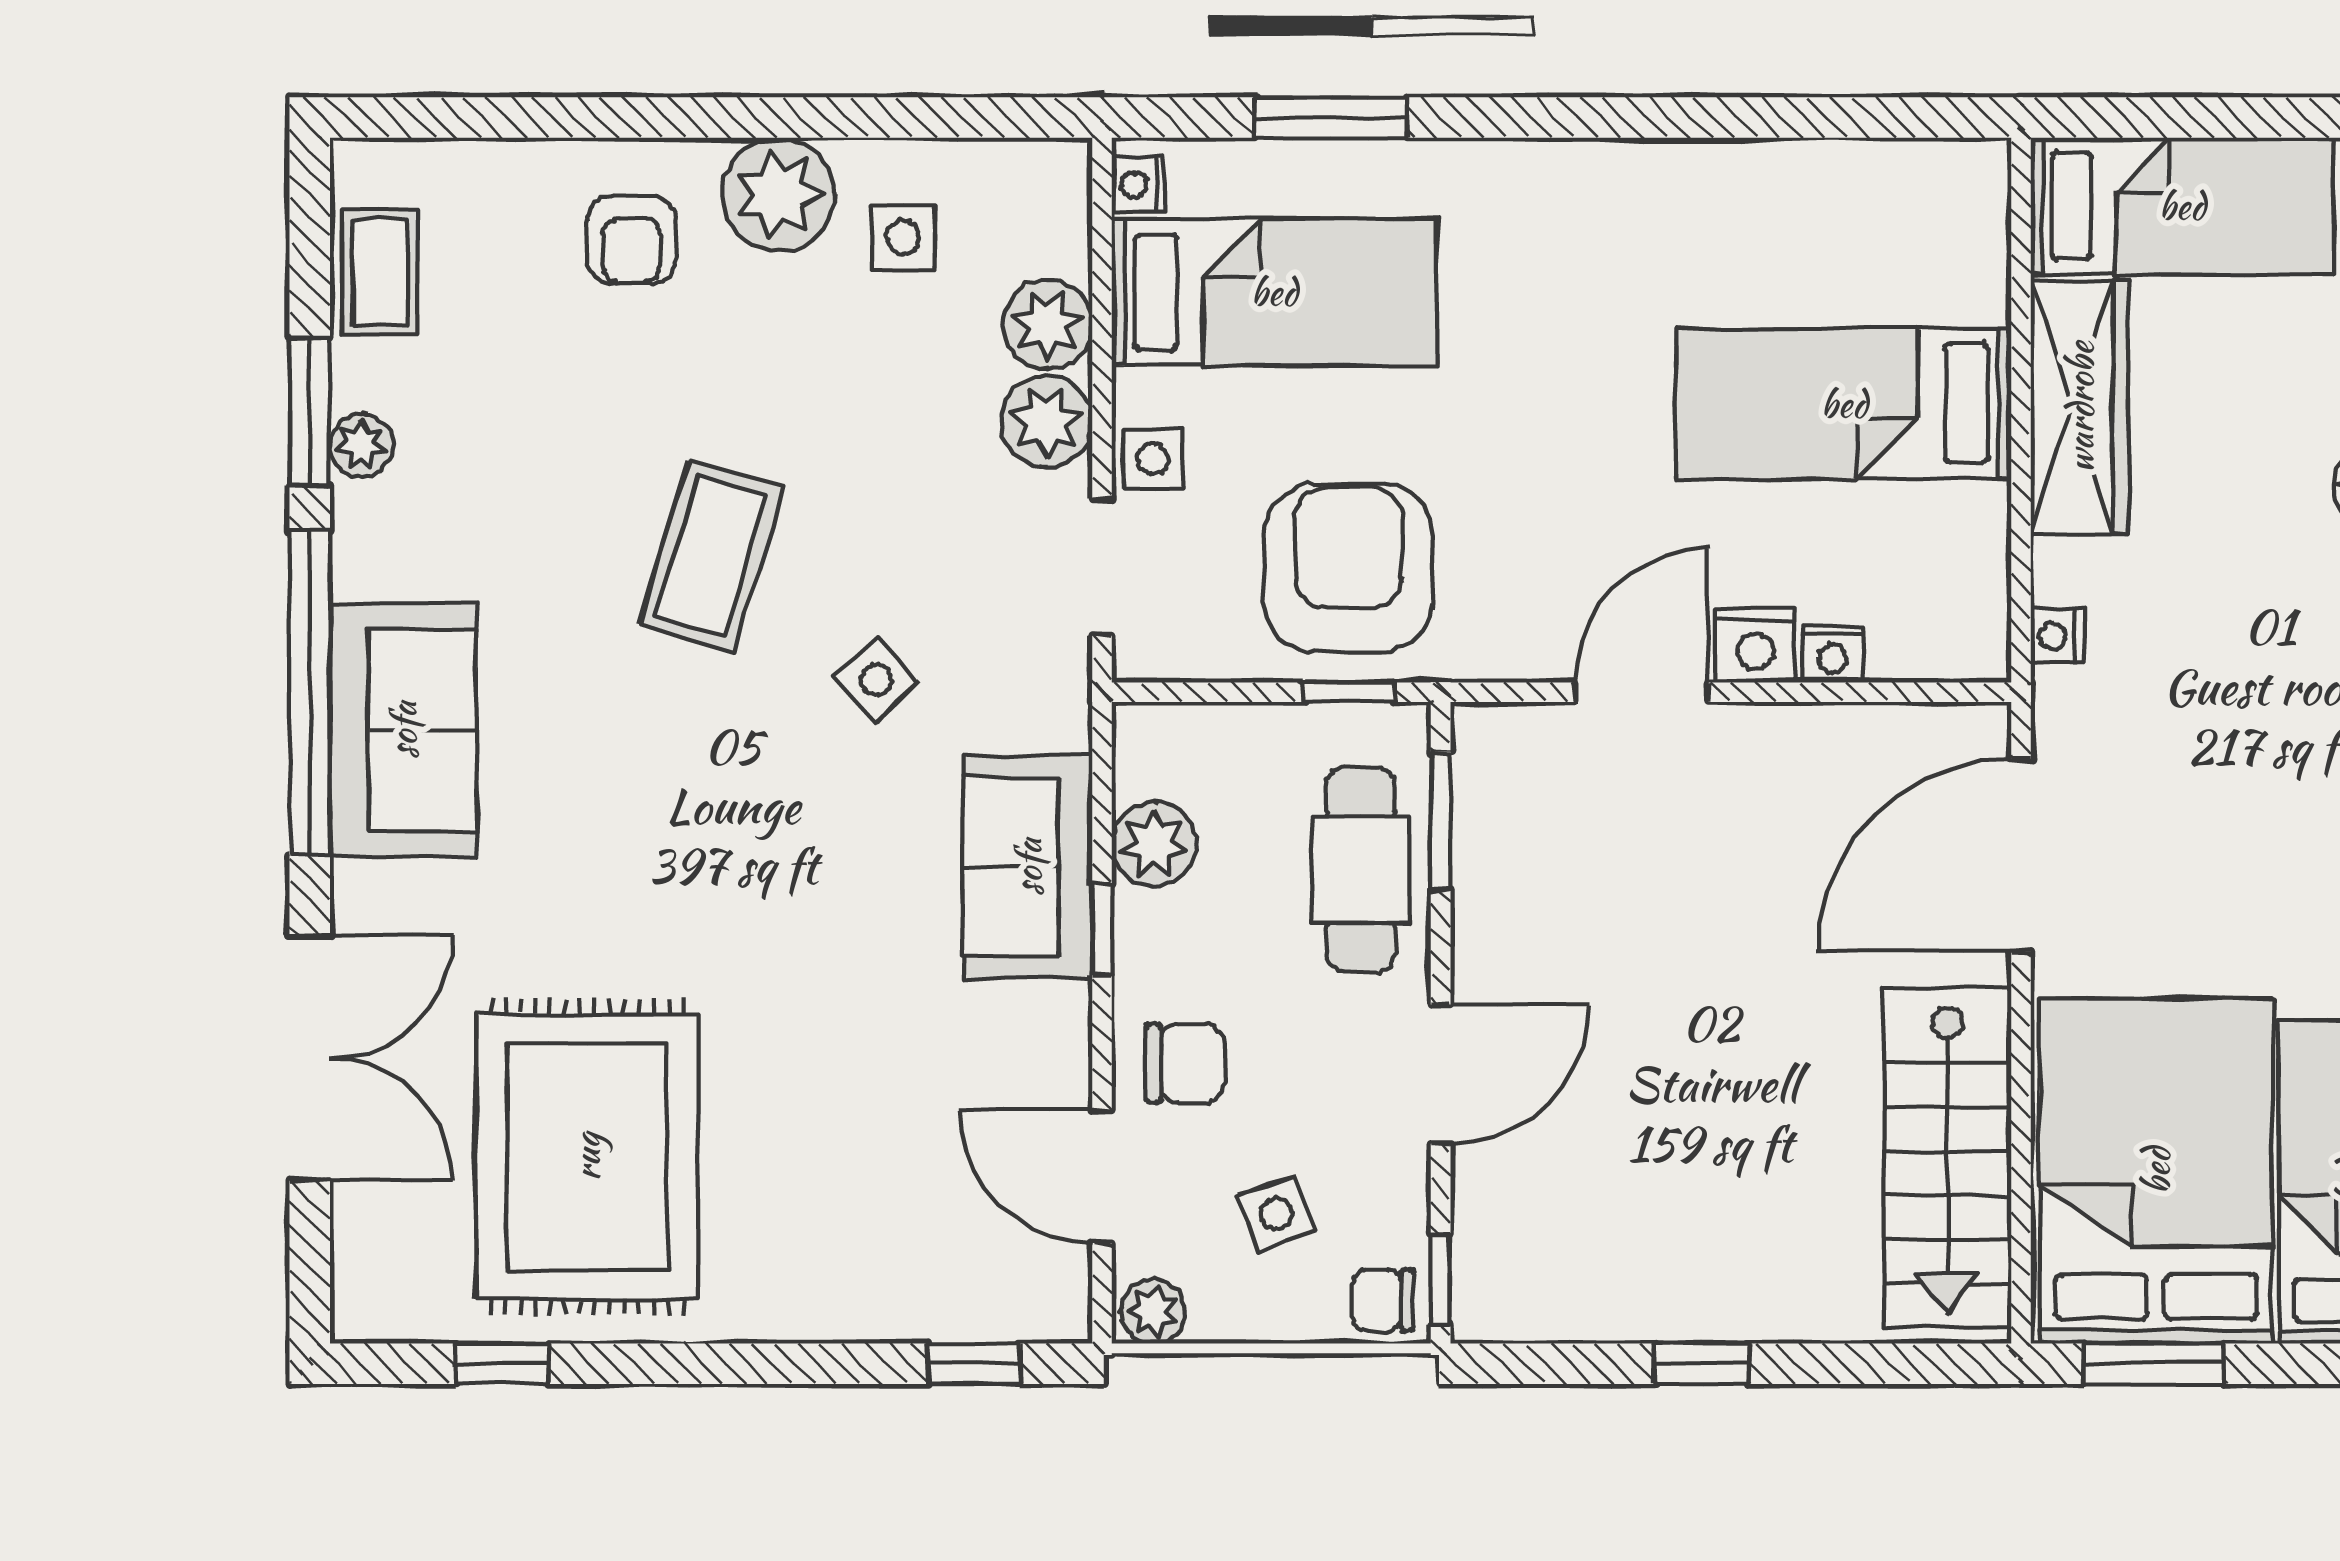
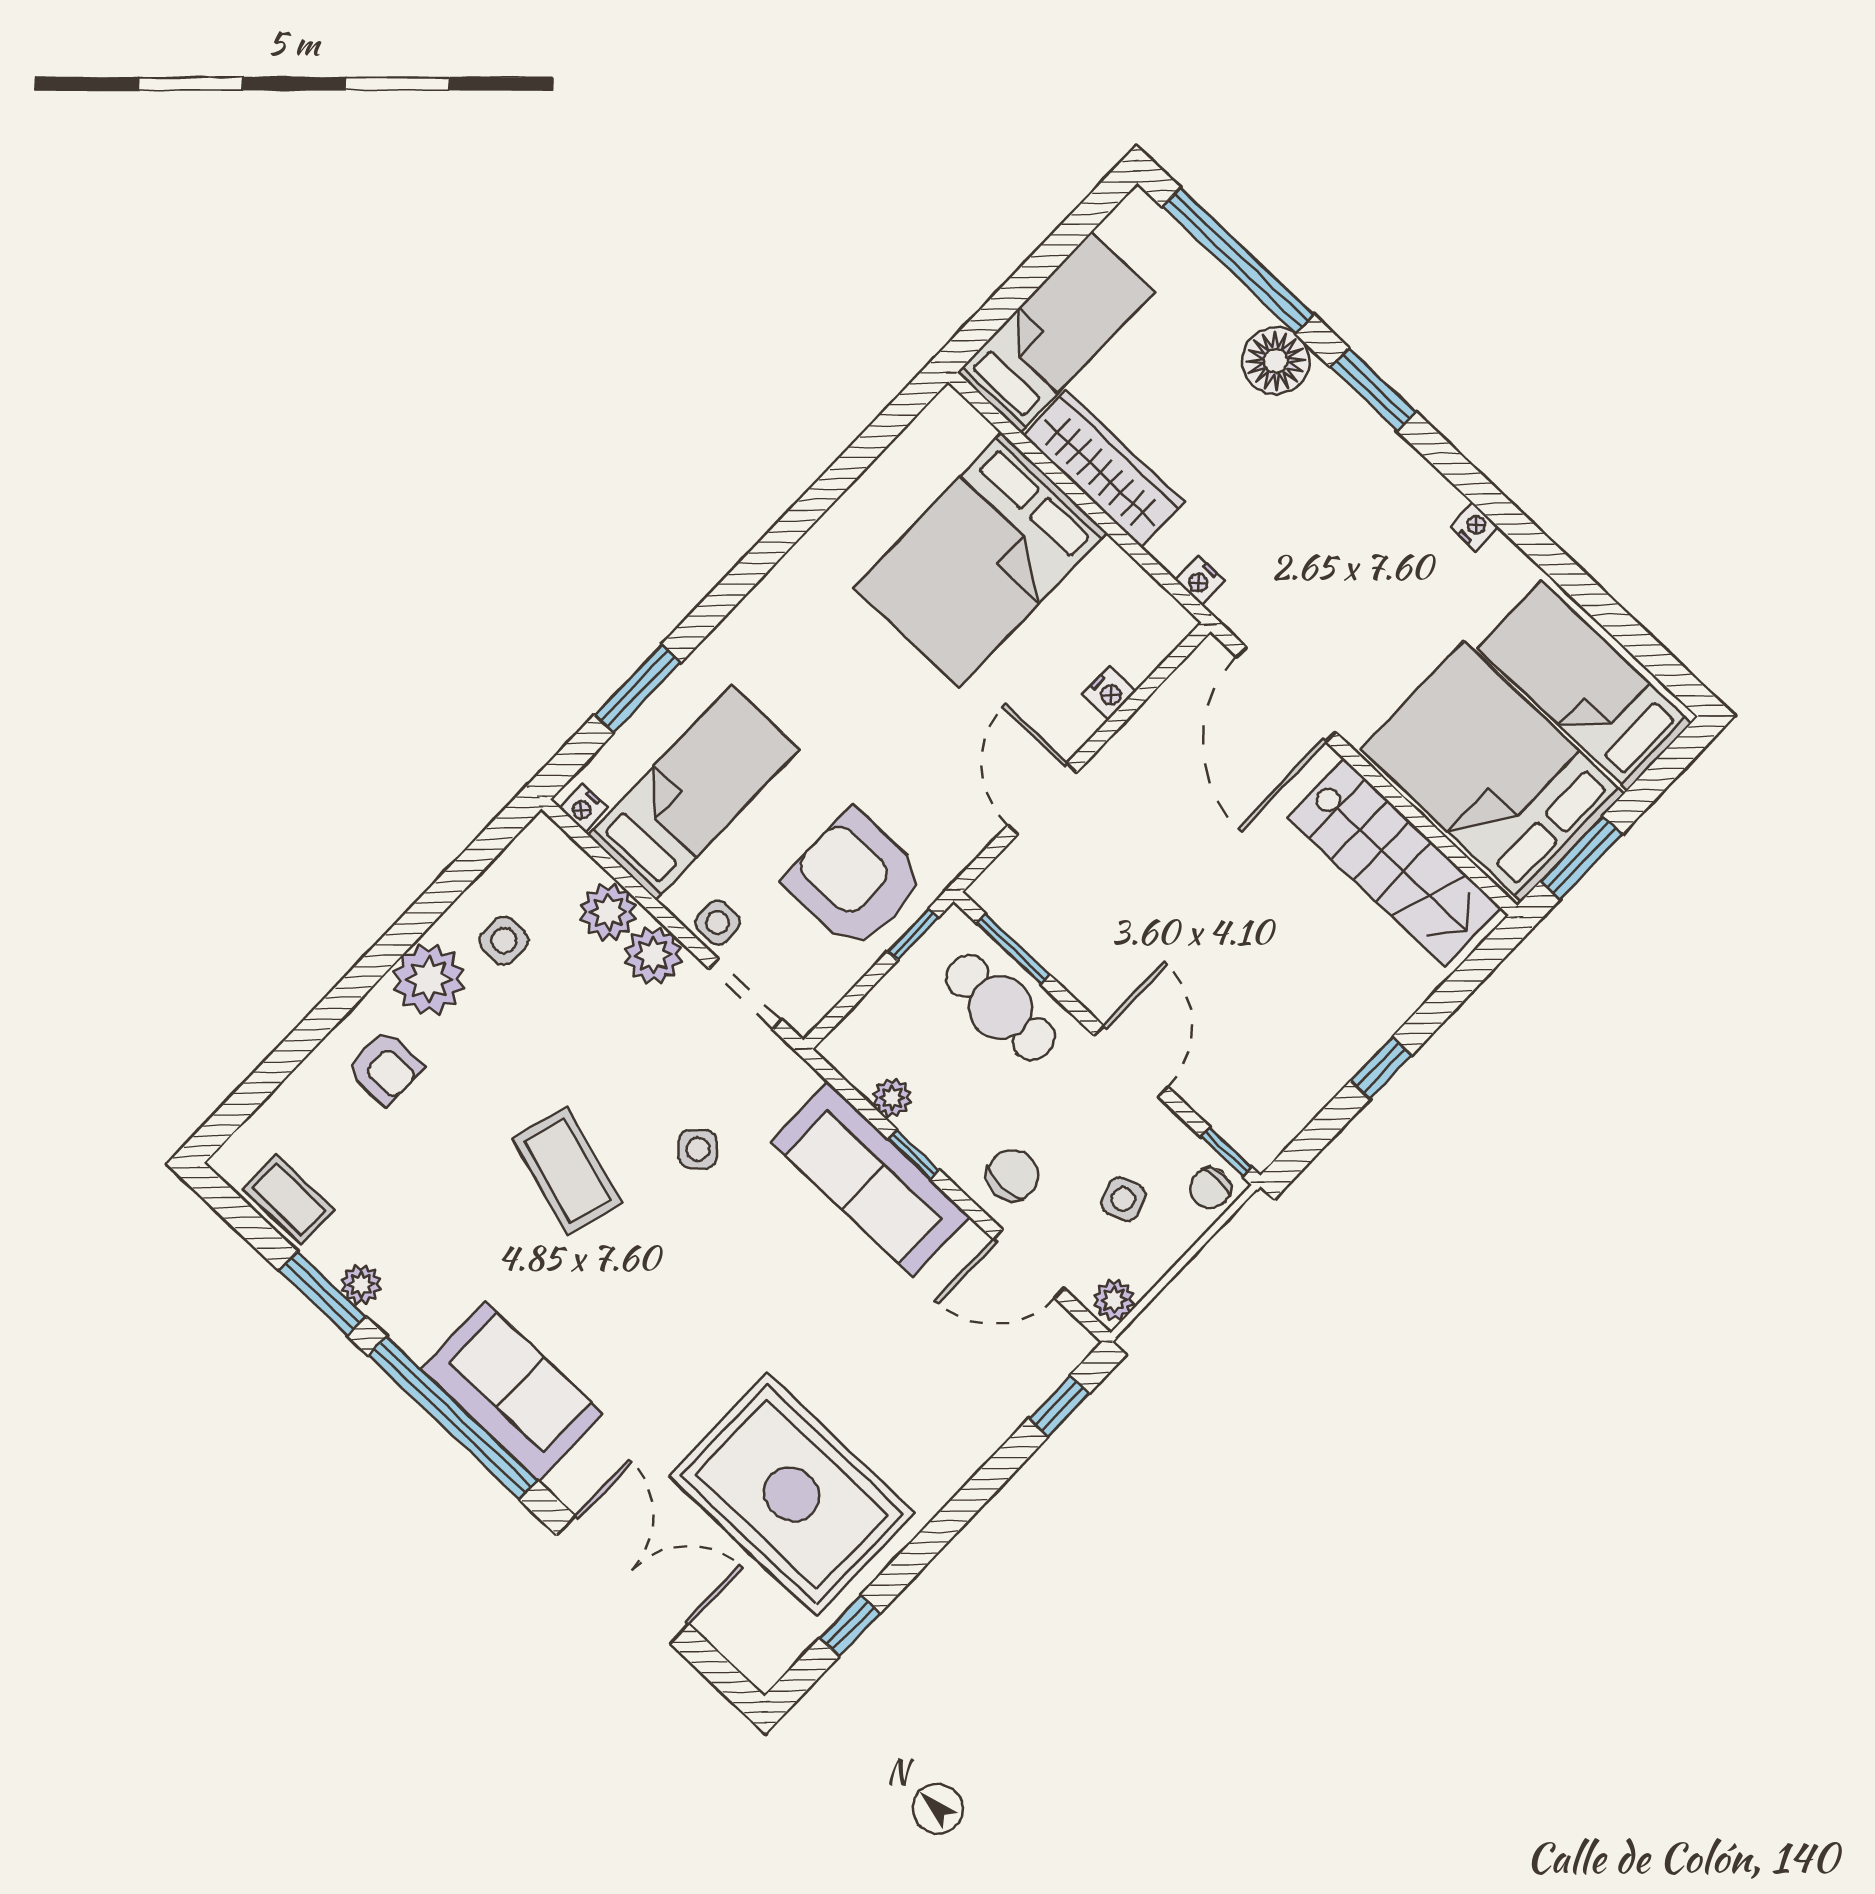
bed: (1844, 404) -> (980, 560), width x1.50
nightstand: (1755, 646) -> (1071, 725), removed
plant: (1154, 844) -> (892, 1098), width x0.73, depth x0.73
sofa: (1028, 867) -> (871, 1179), width x1.36

